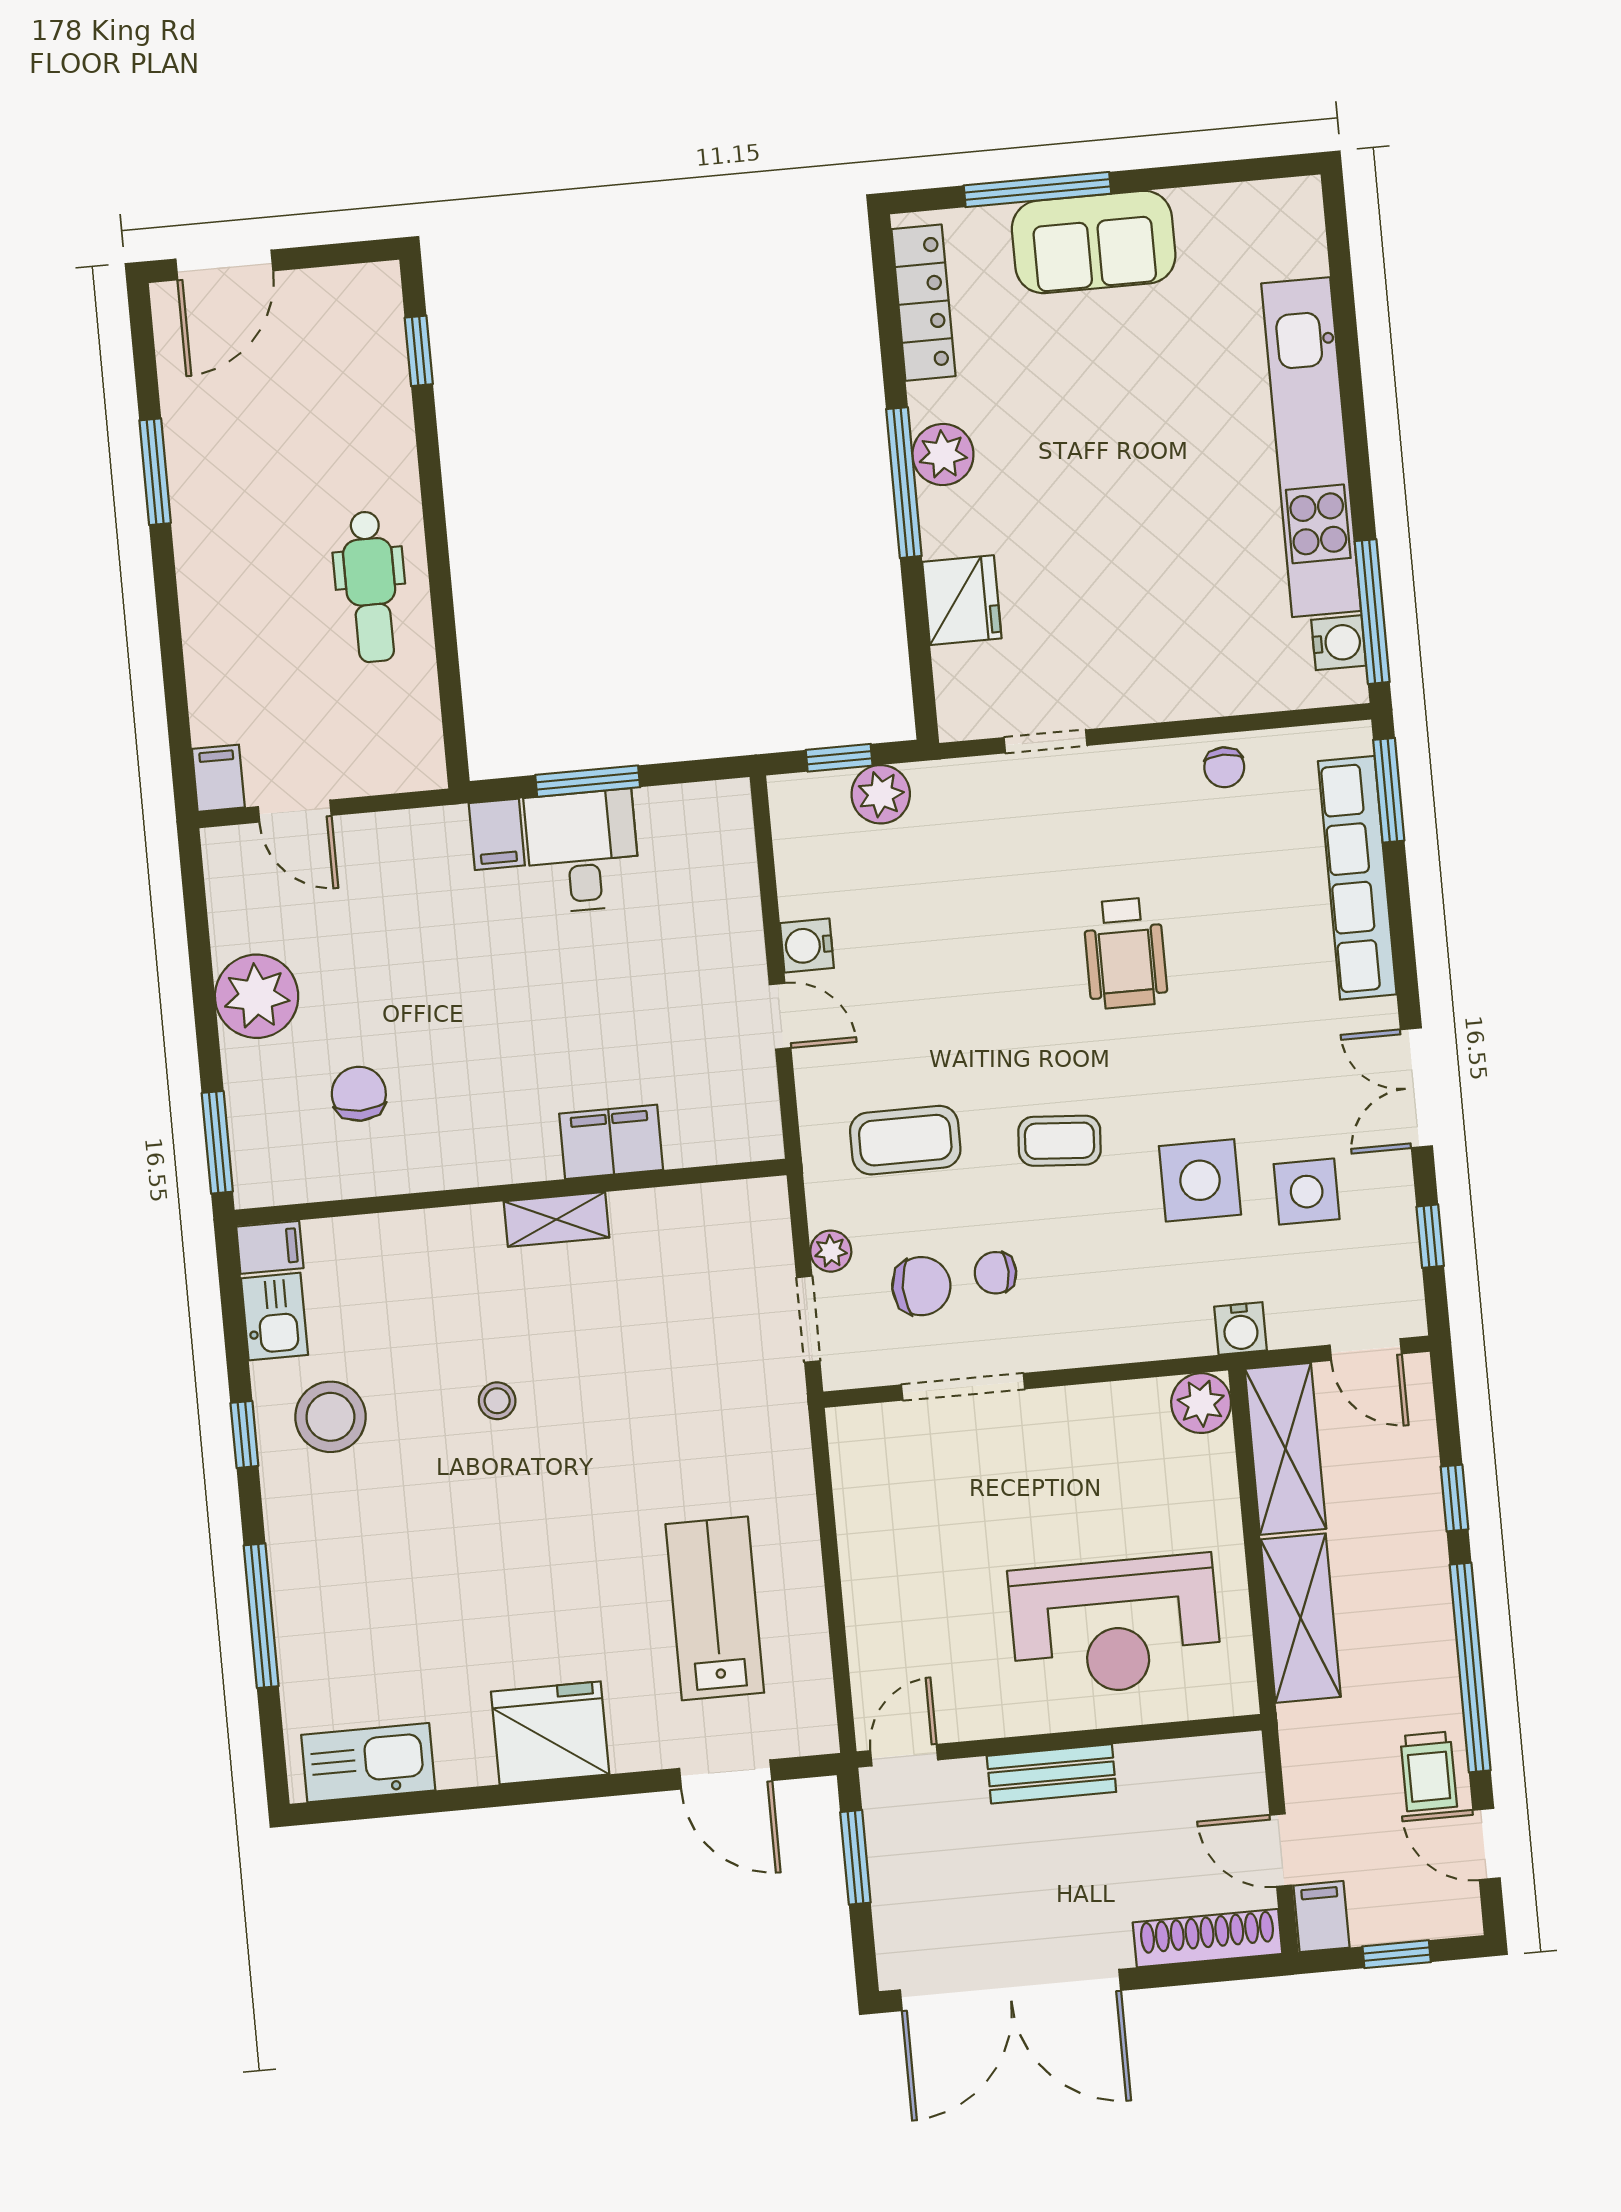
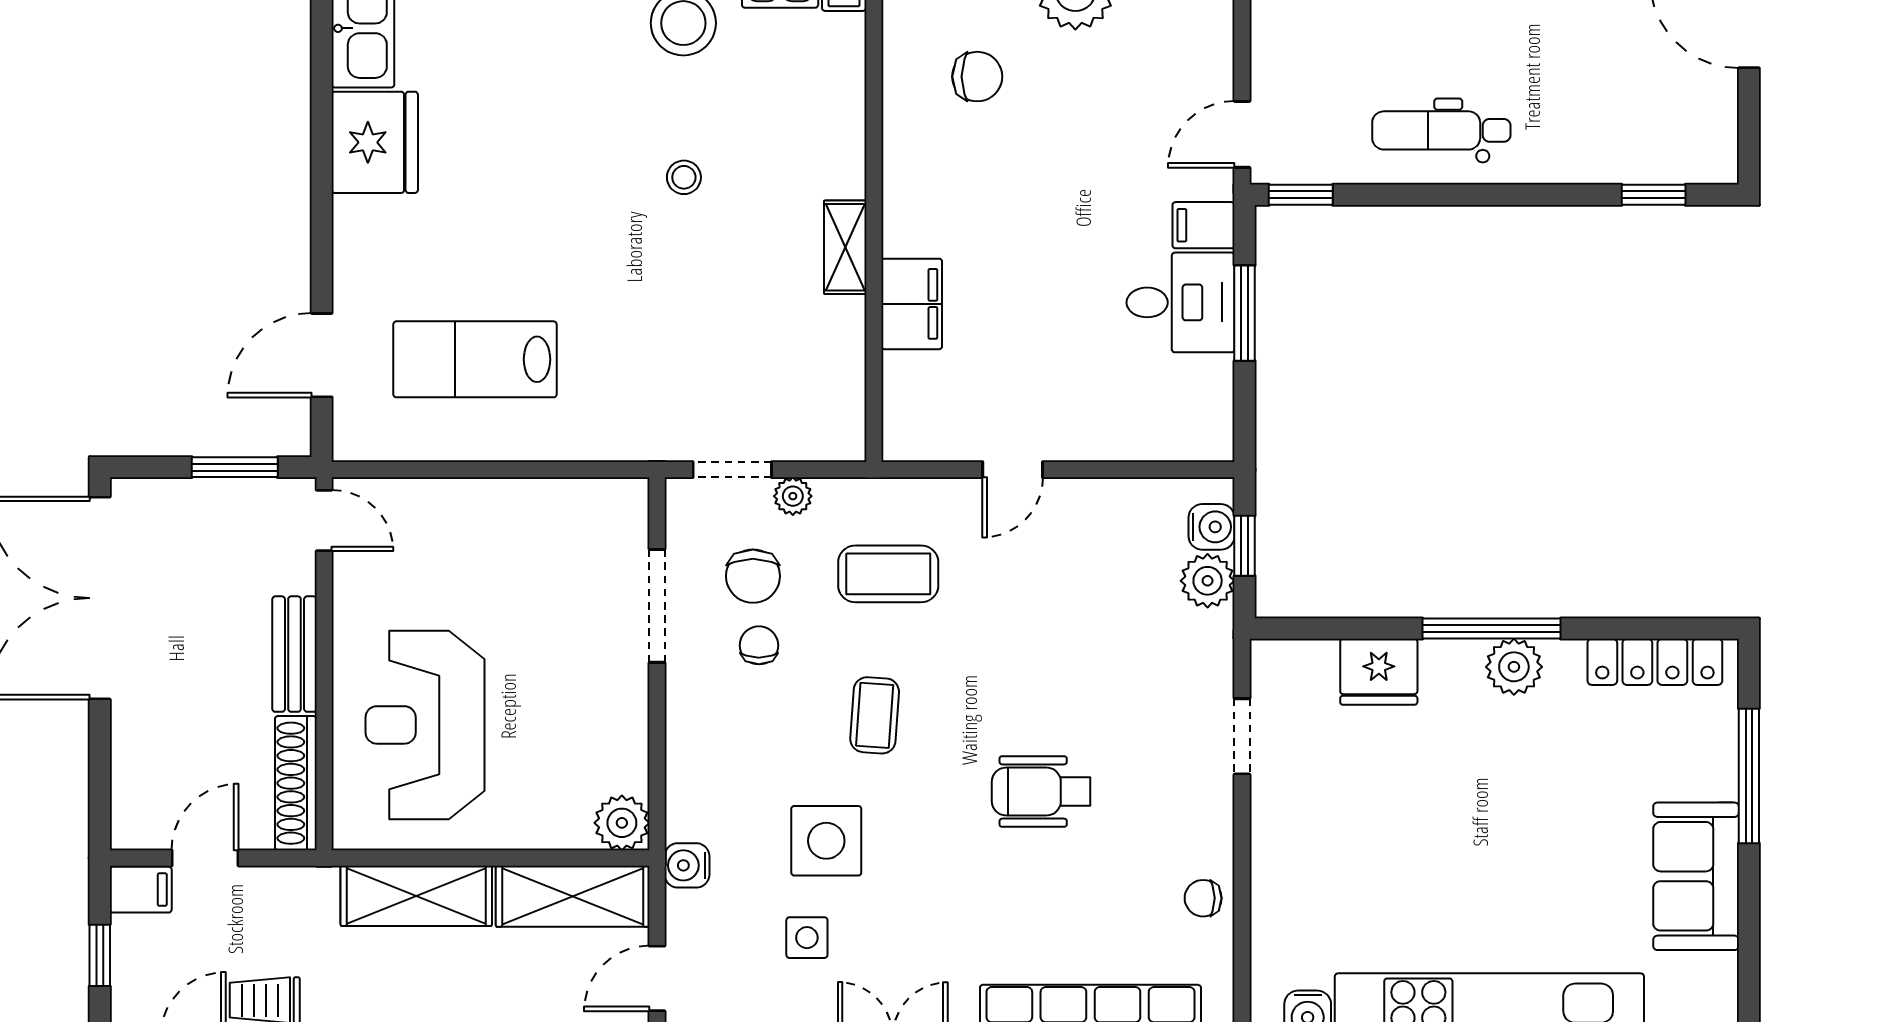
sofa: (1094, 242) -> (1696, 876), moved
window: (454, 732) -> (1301, 195), added
door: (295, 811) -> (1242, 134), moved
water cooler: (807, 945) -> (1212, 527), moved, turned 90
coffee table: (905, 1140) -> (888, 574), turned 90
side table: (1307, 1192) -> (807, 938), width x0.73, depth x0.73
lab bench: (715, 1608) -> (475, 359), turned 180
fridge: (550, 1733) -> (375, 142), moved
shoe rack: (1208, 1938) -> (296, 783), moved, turned 180

